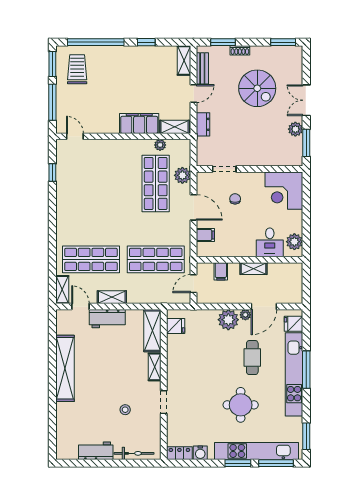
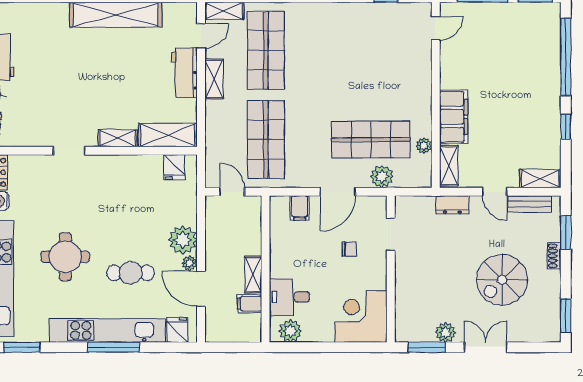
trolley: (77, 69) -> (528, 31), removed
filing cabinet: (221, 271) -> (249, 304), moved
stool: (125, 410) -> (59, 97), removed

